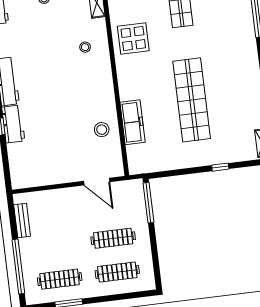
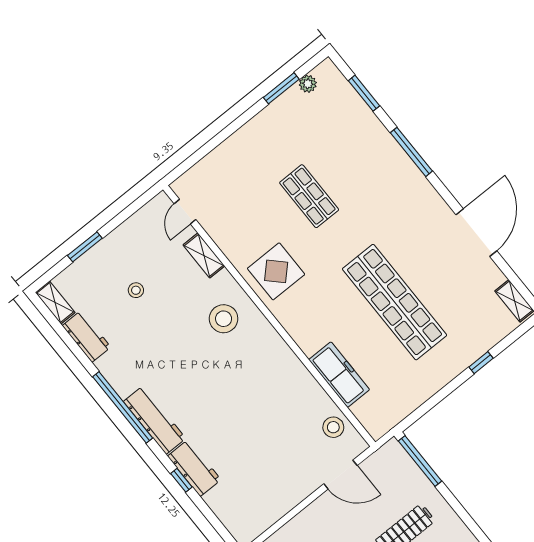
stool: (85, 47) -> (224, 319), width x1.89, depth x1.89
stool: (102, 130) -> (333, 427), moved

